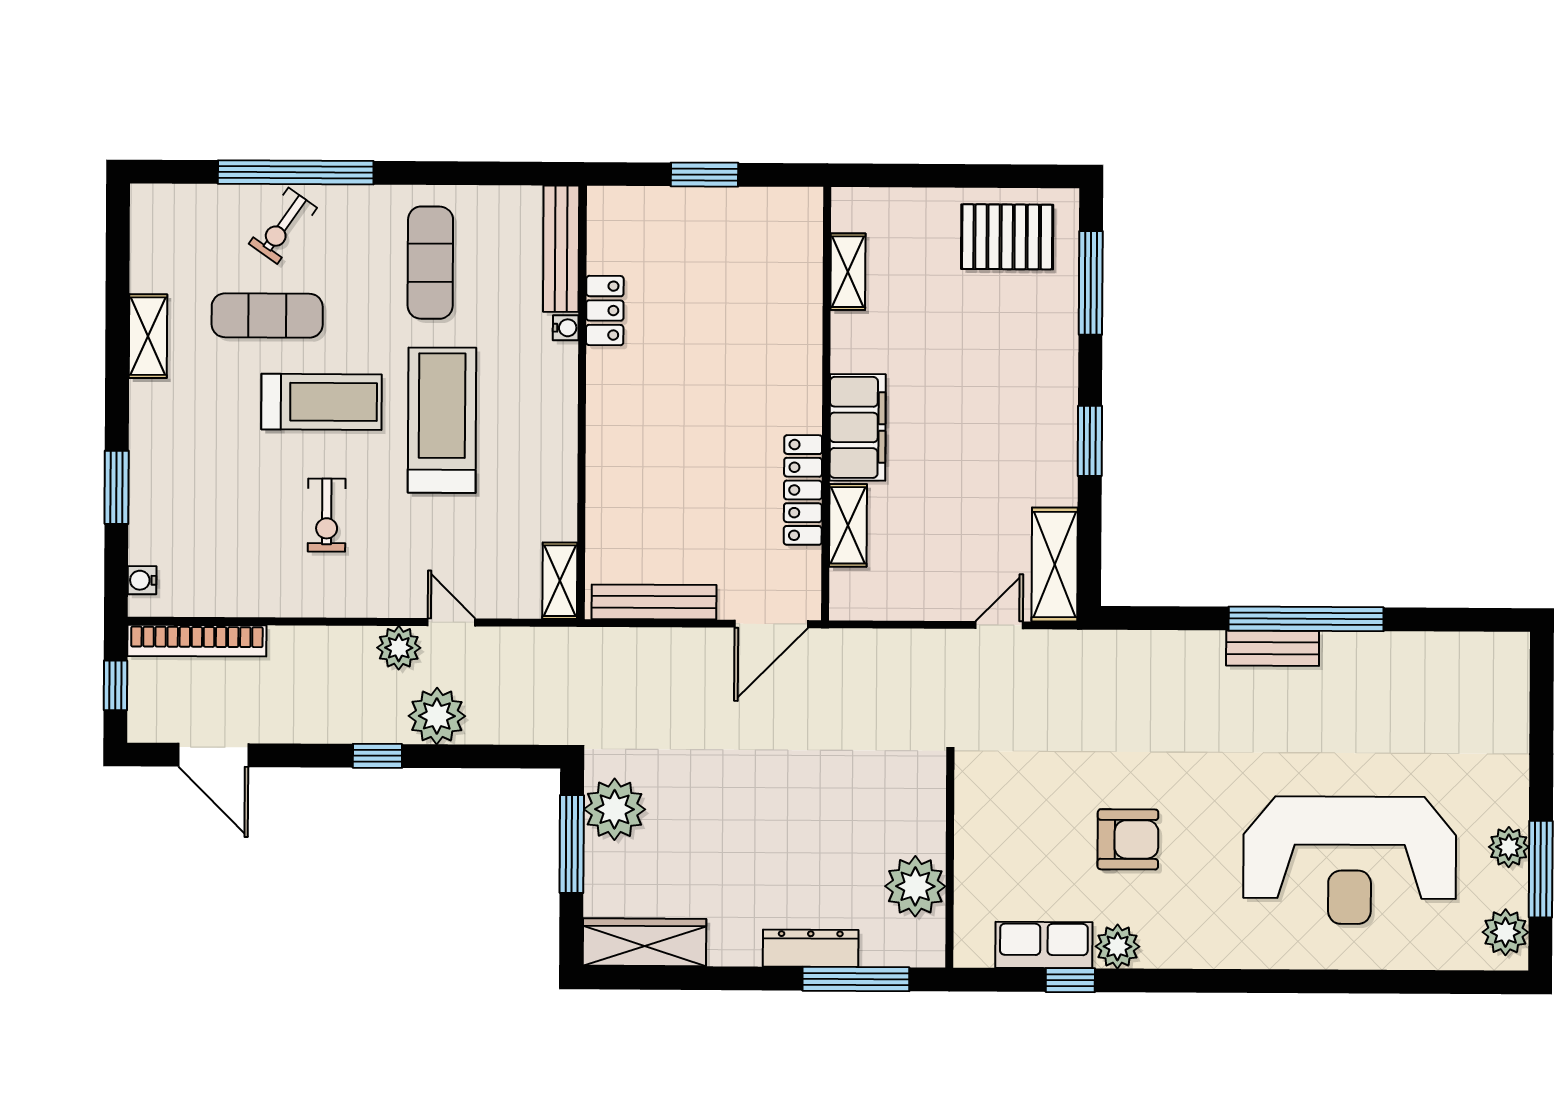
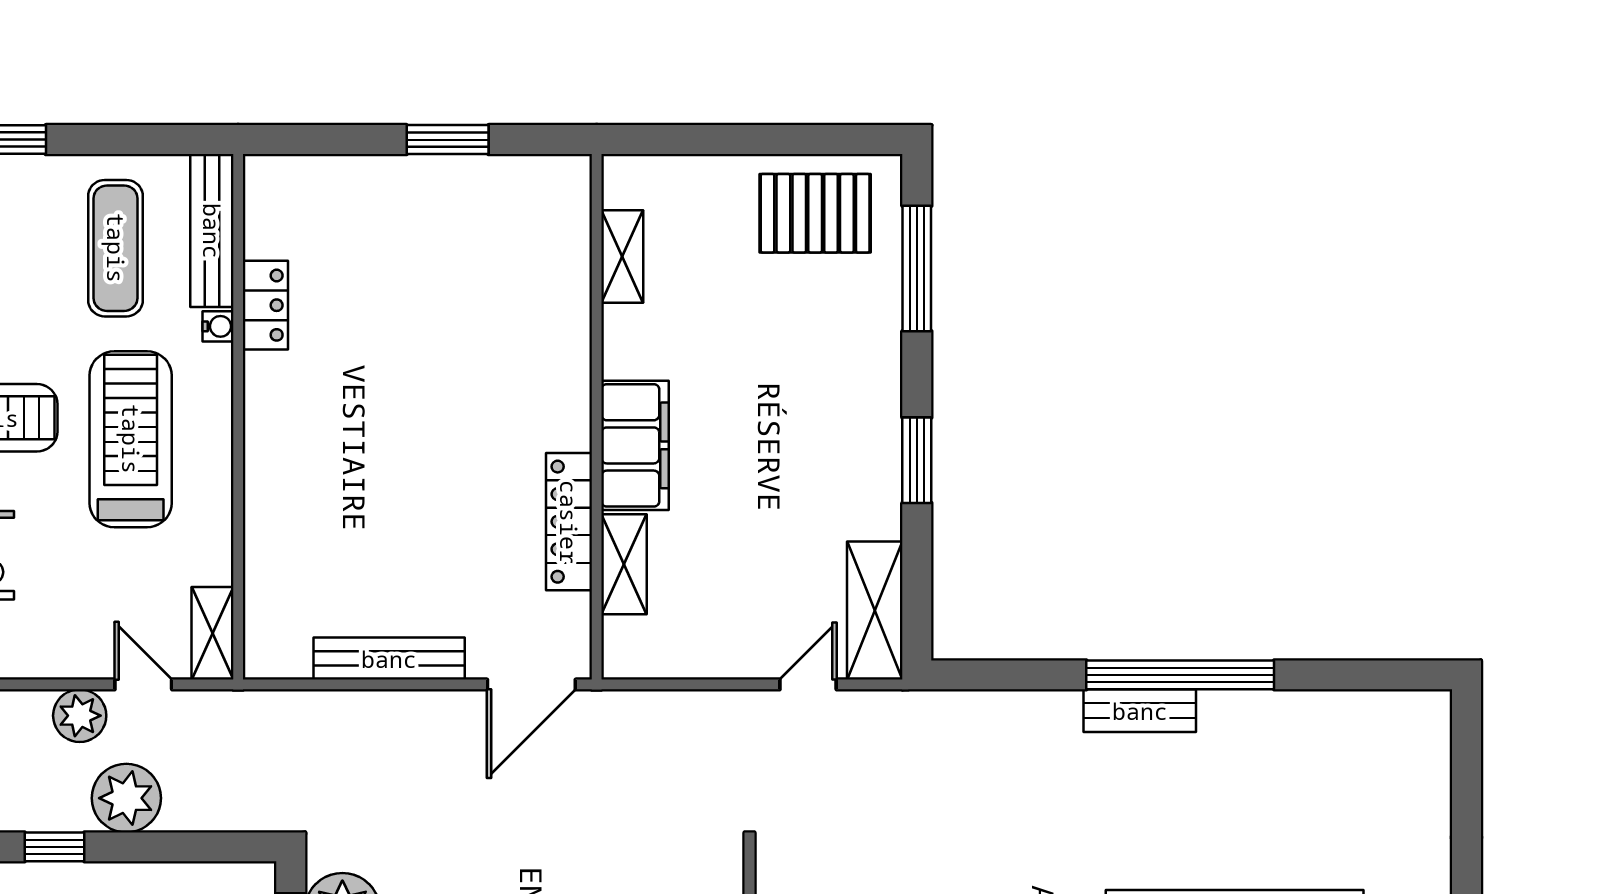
bench: (561, 249) -> (212, 231), moved
locker: (605, 311) -> (265, 305), moved
water cooler: (566, 328) -> (218, 326), moved
wall: (582, 402) -> (238, 417), moved
shelving: (560, 581) -> (212, 633), moved

